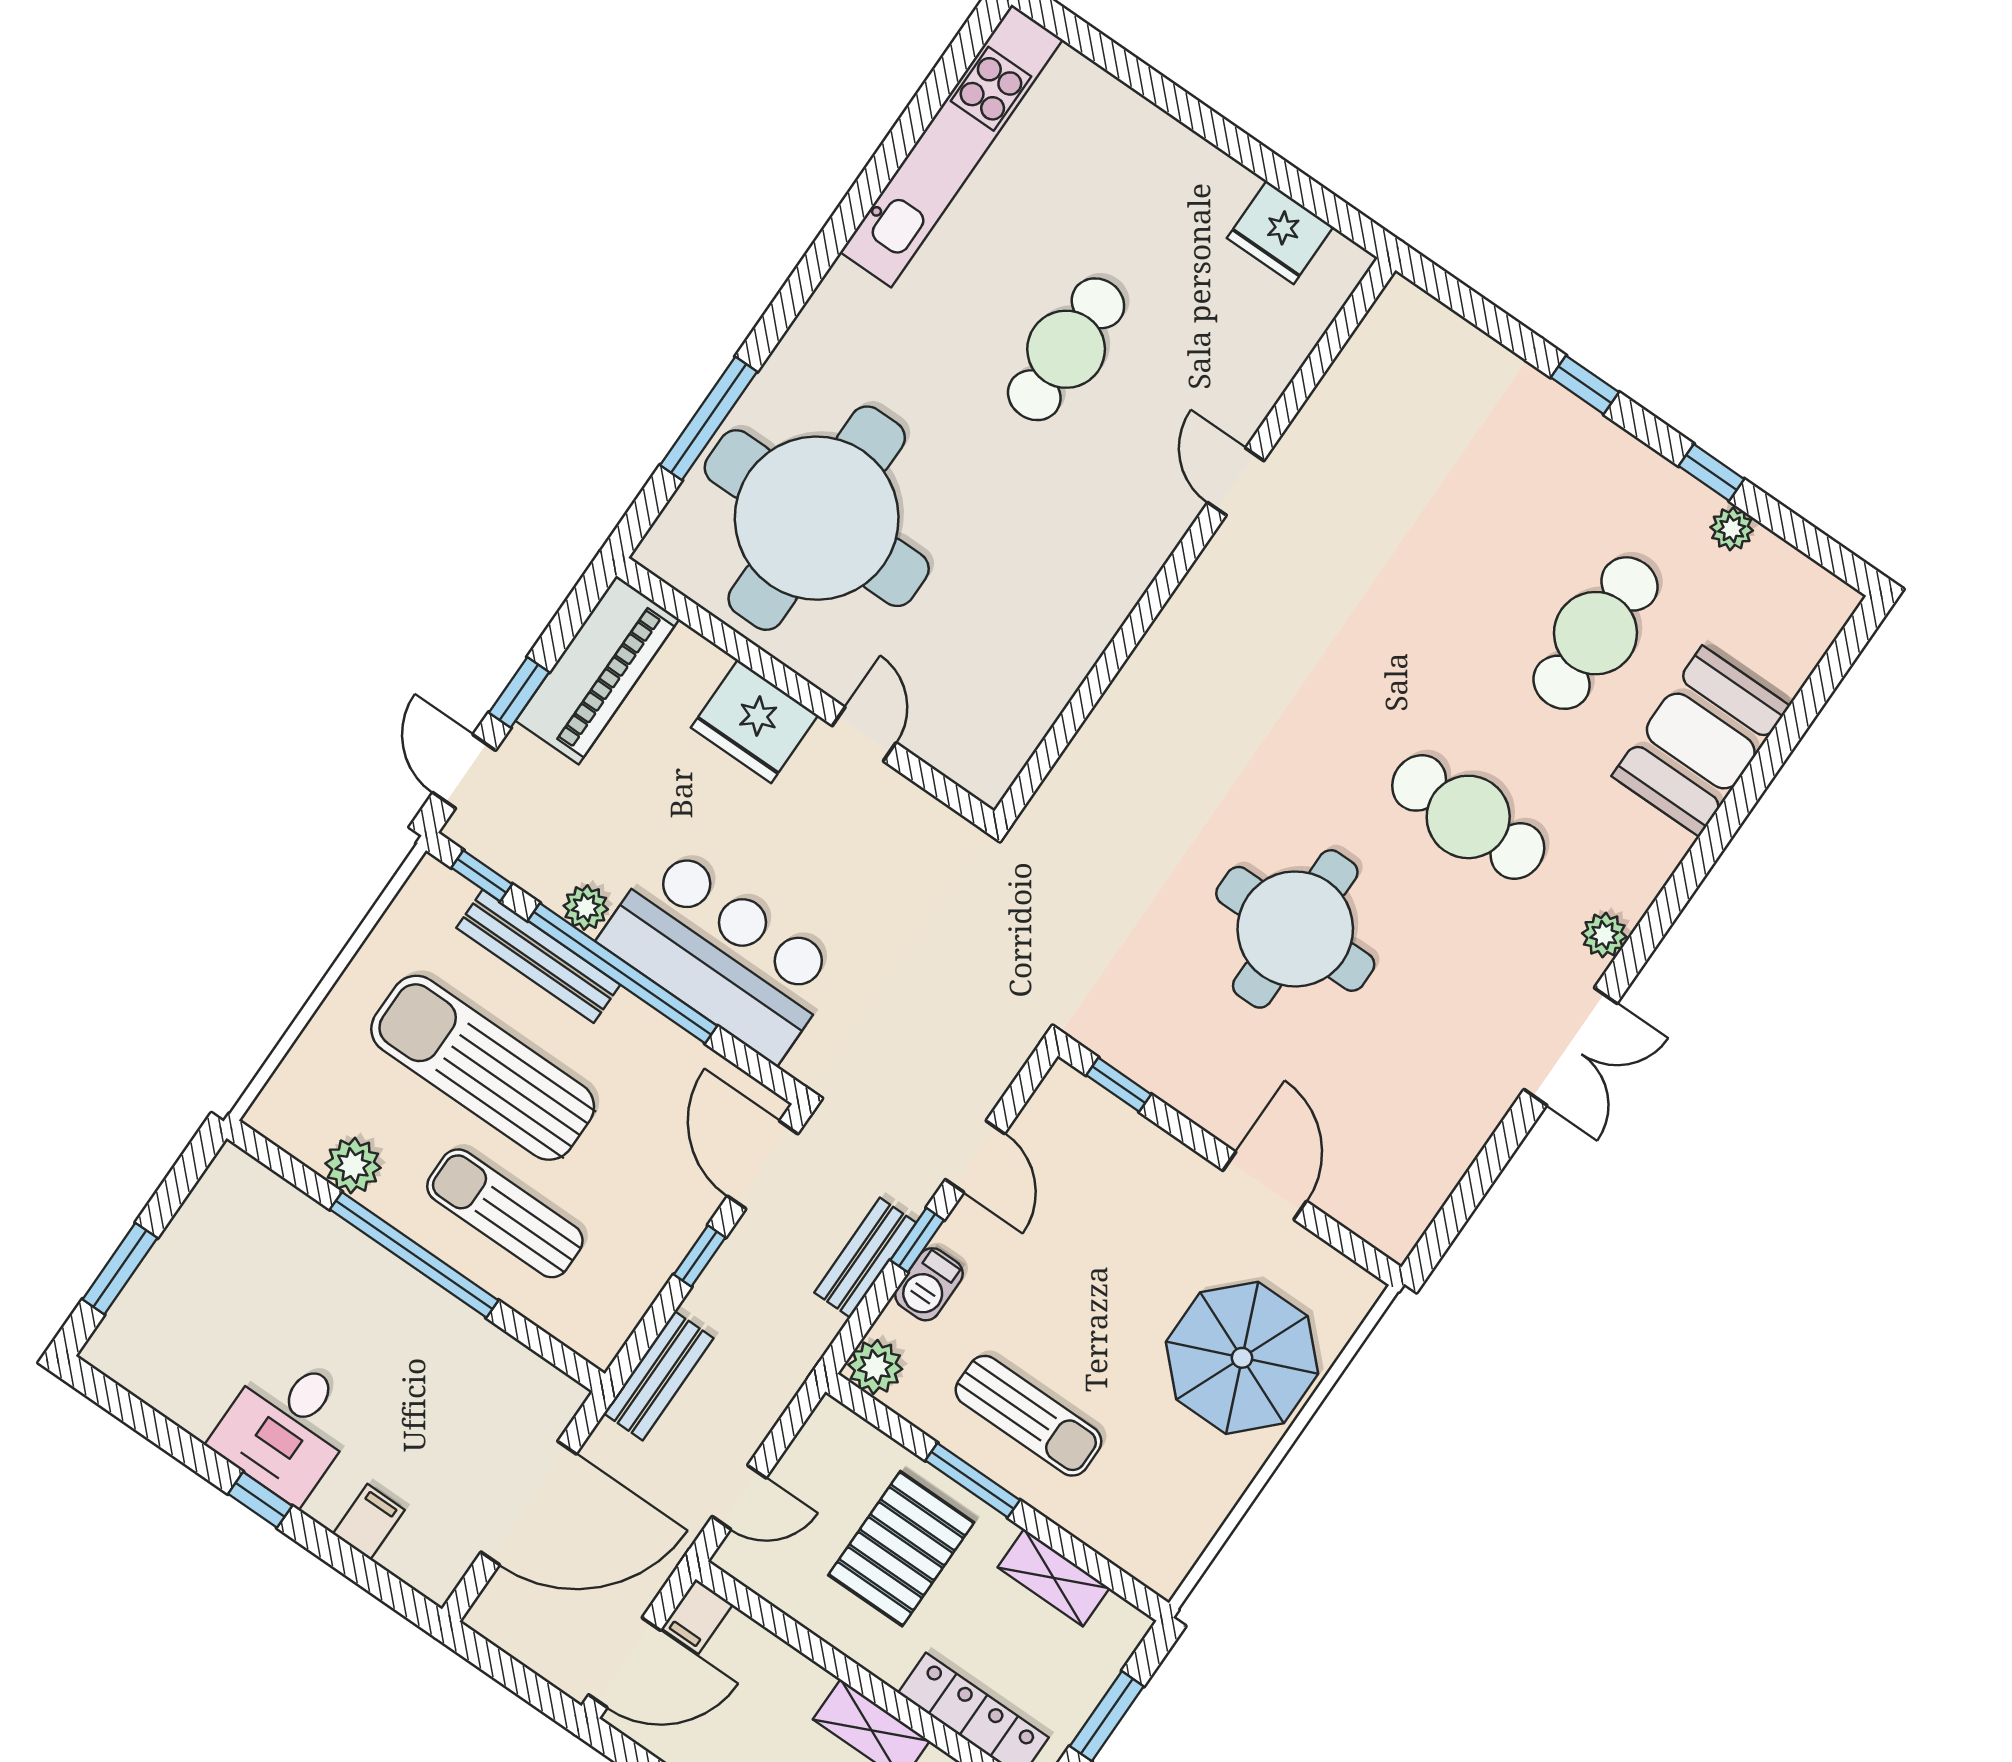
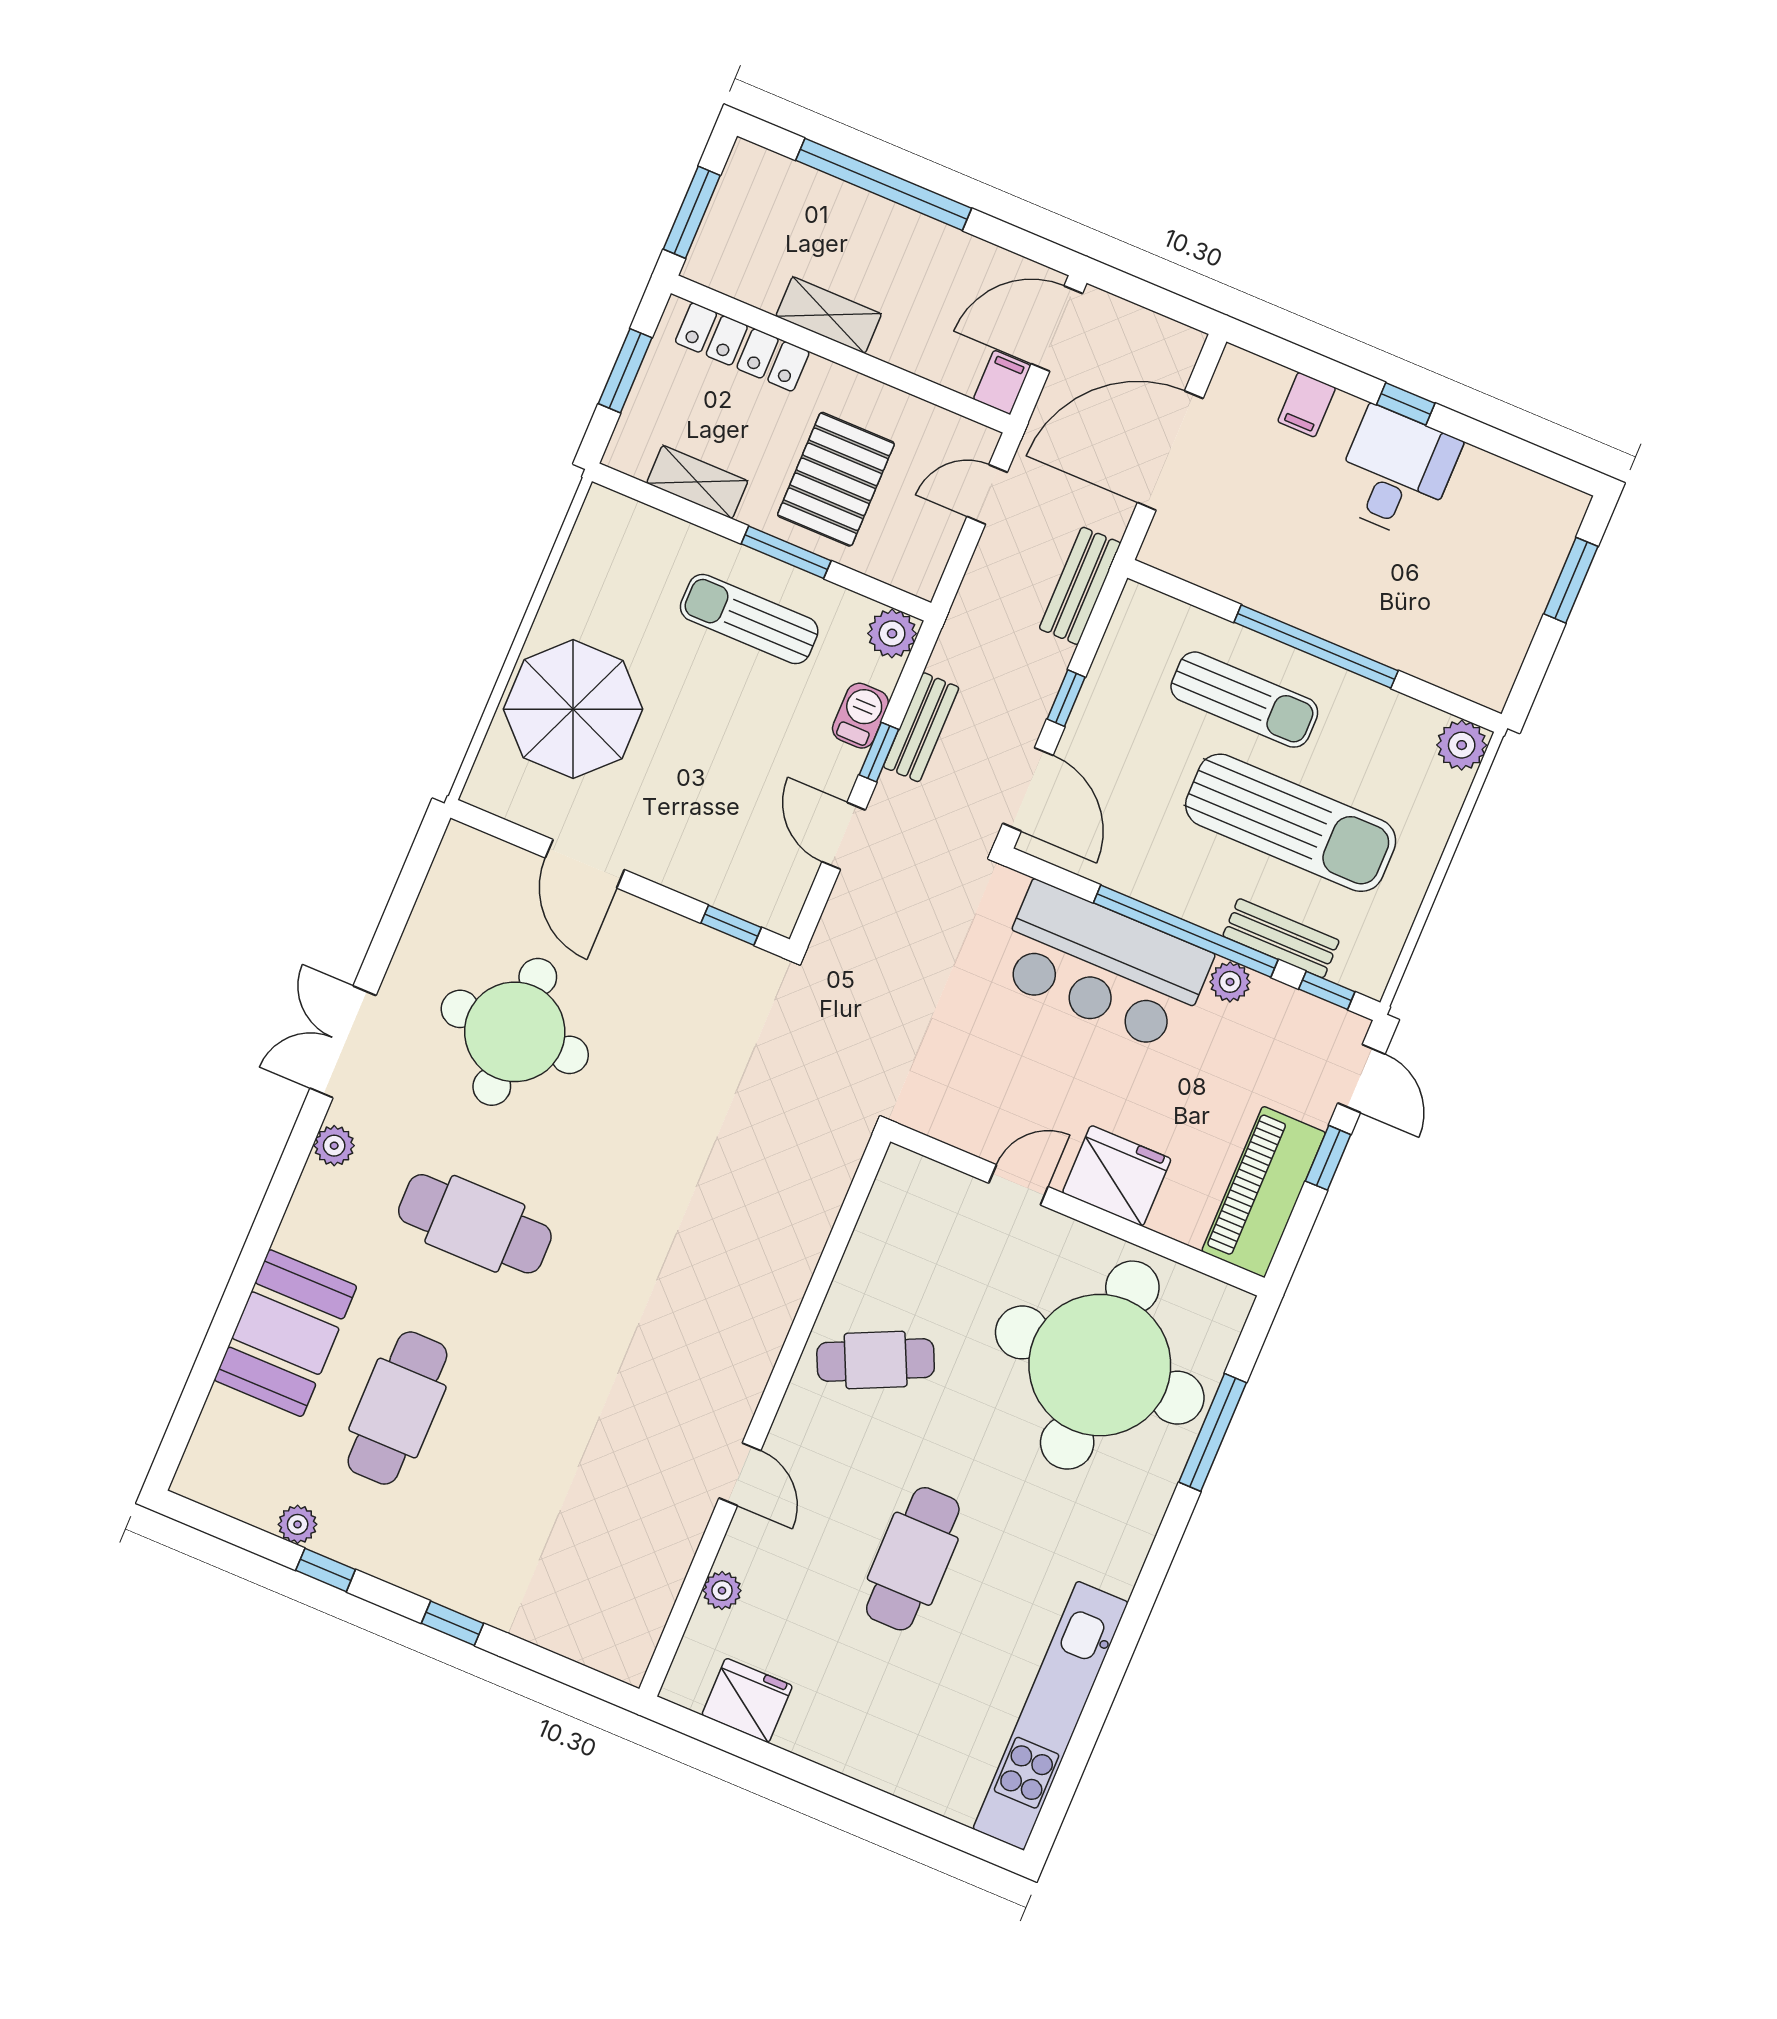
plant: (1282, 358) -> (722, 1591), added
cafe table: (1061, 575) -> (876, 1360), added
door: (864, 734) -> (1018, 1185), swing flipped
round table: (1295, 929) -> (515, 1032), moved
bench: (538, 956) -> (1281, 938), width x0.73
plant: (353, 1166) -> (1462, 745), moved

